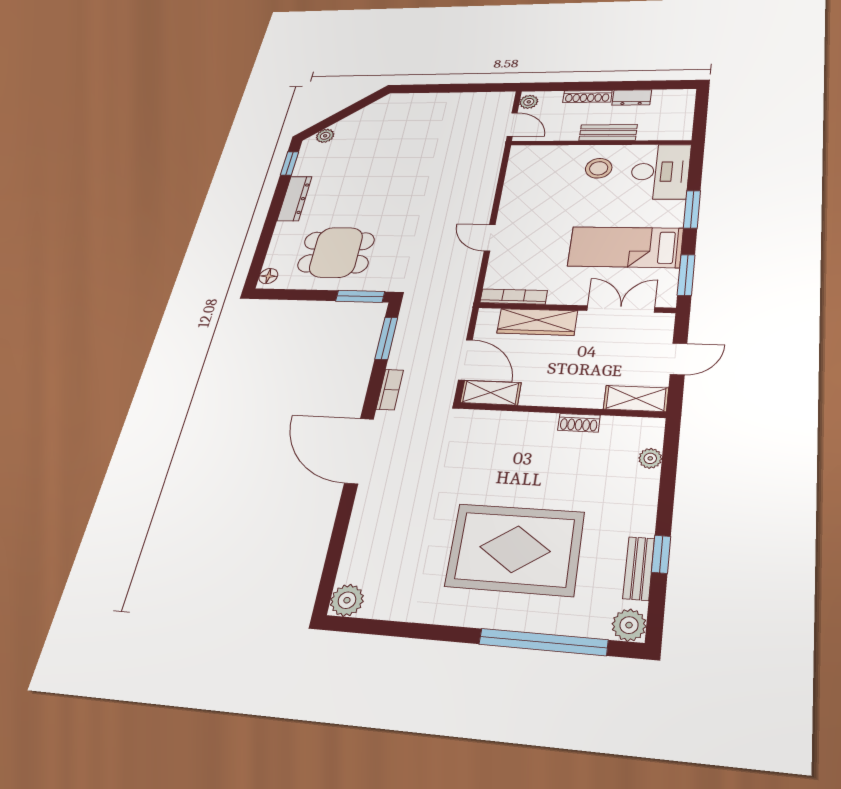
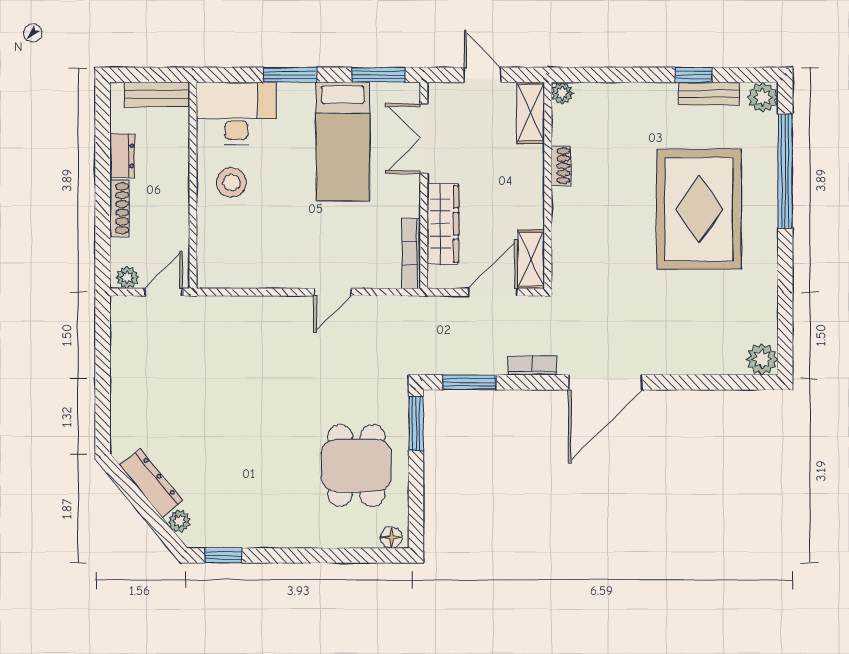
bench: (608, 133) -> (156, 94), moved, turned 90
dresser: (295, 199) -> (151, 483), moved, turned 51
plant: (650, 458) -> (562, 93), moved

